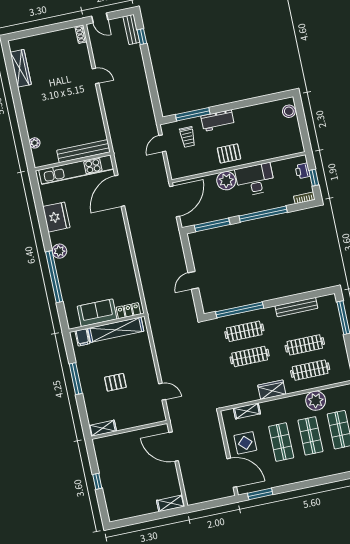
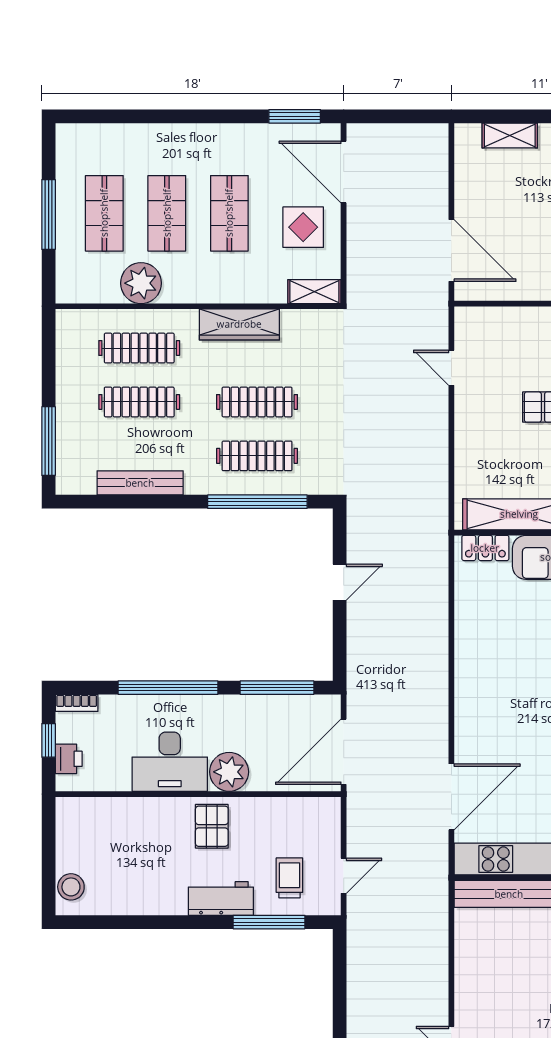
pallet: (229, 153) -> (212, 826), turned 90
wardrobe: (272, 390) -> (239, 324), width x1.50
shelving: (247, 411) -> (314, 292), moved
shelving: (171, 503) -> (510, 135), moved

